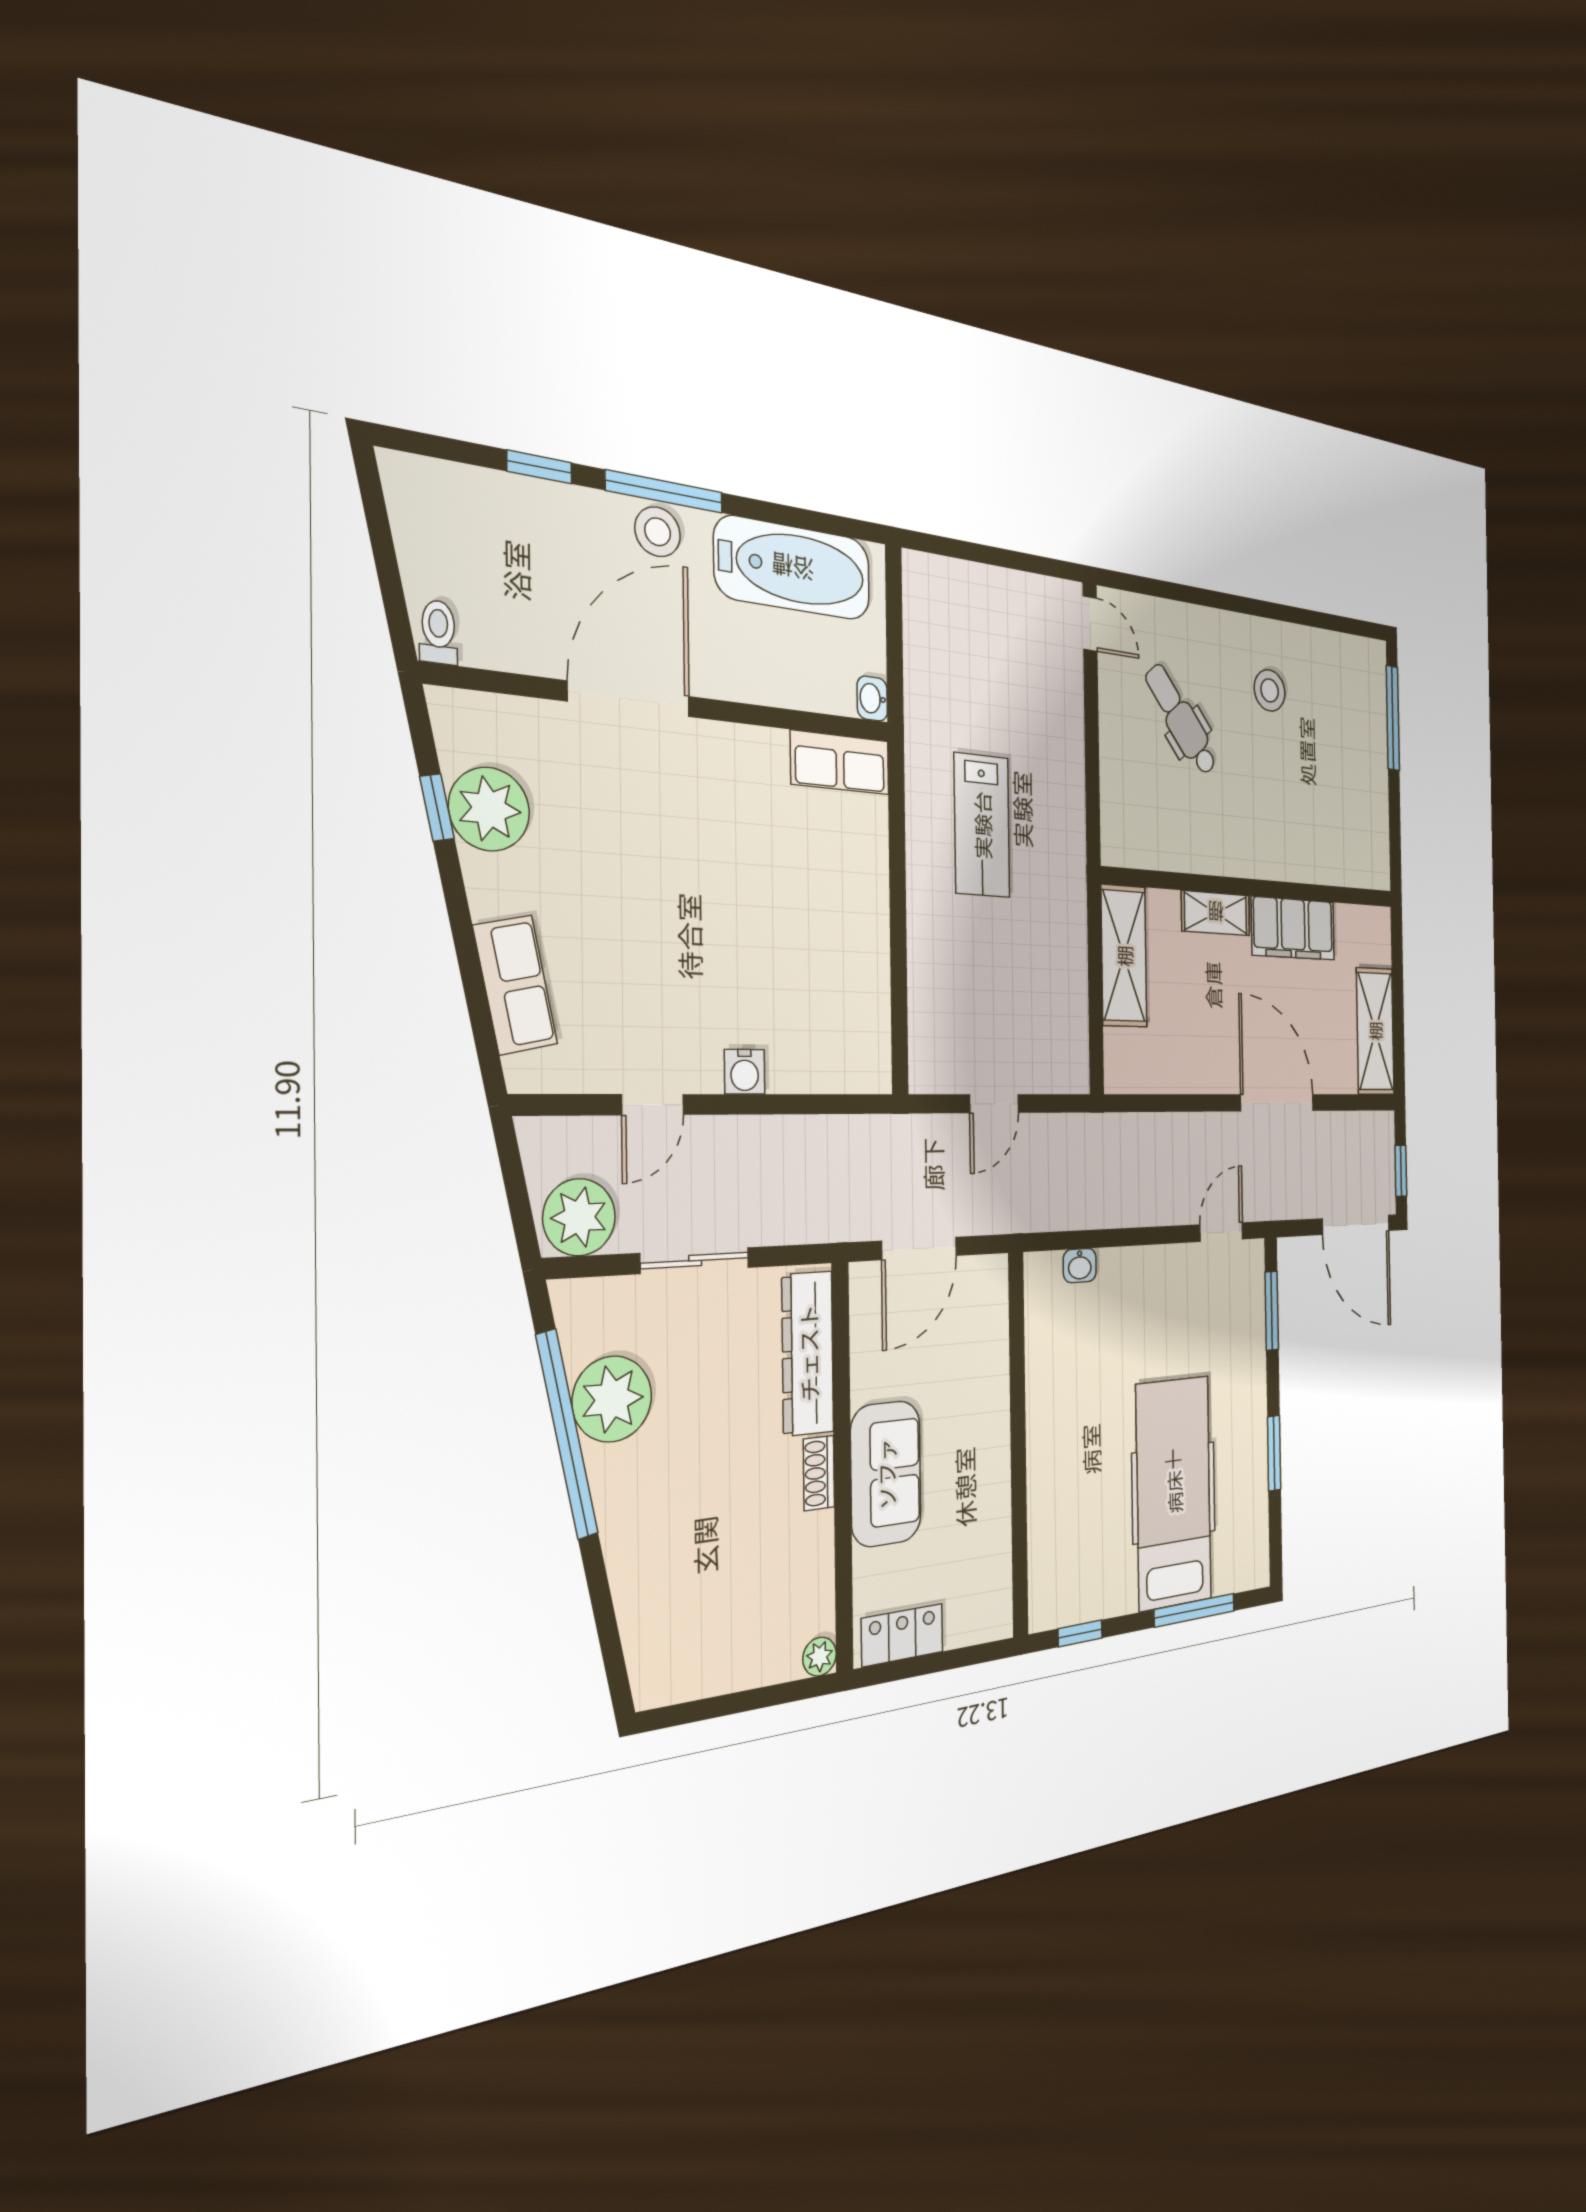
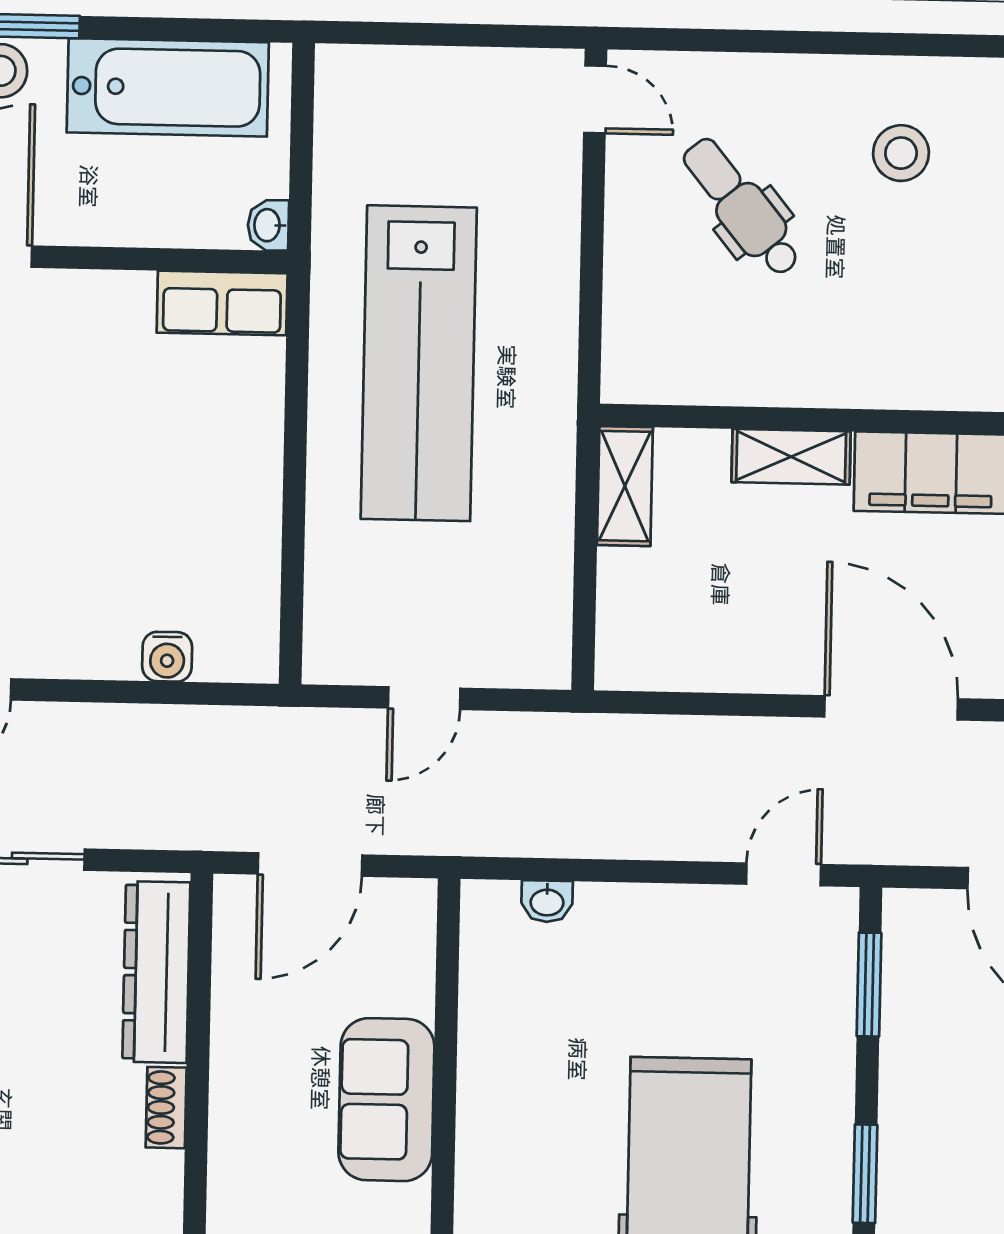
lab bench: (982, 825) -> (419, 363), width x1.86, depth x1.39
shelving: (1124, 956) -> (625, 486), width x0.67, depth x0.75
water cooler: (745, 1072) -> (167, 657), moved
sofa: (886, 1474) -> (386, 1100), moved, turned 180

